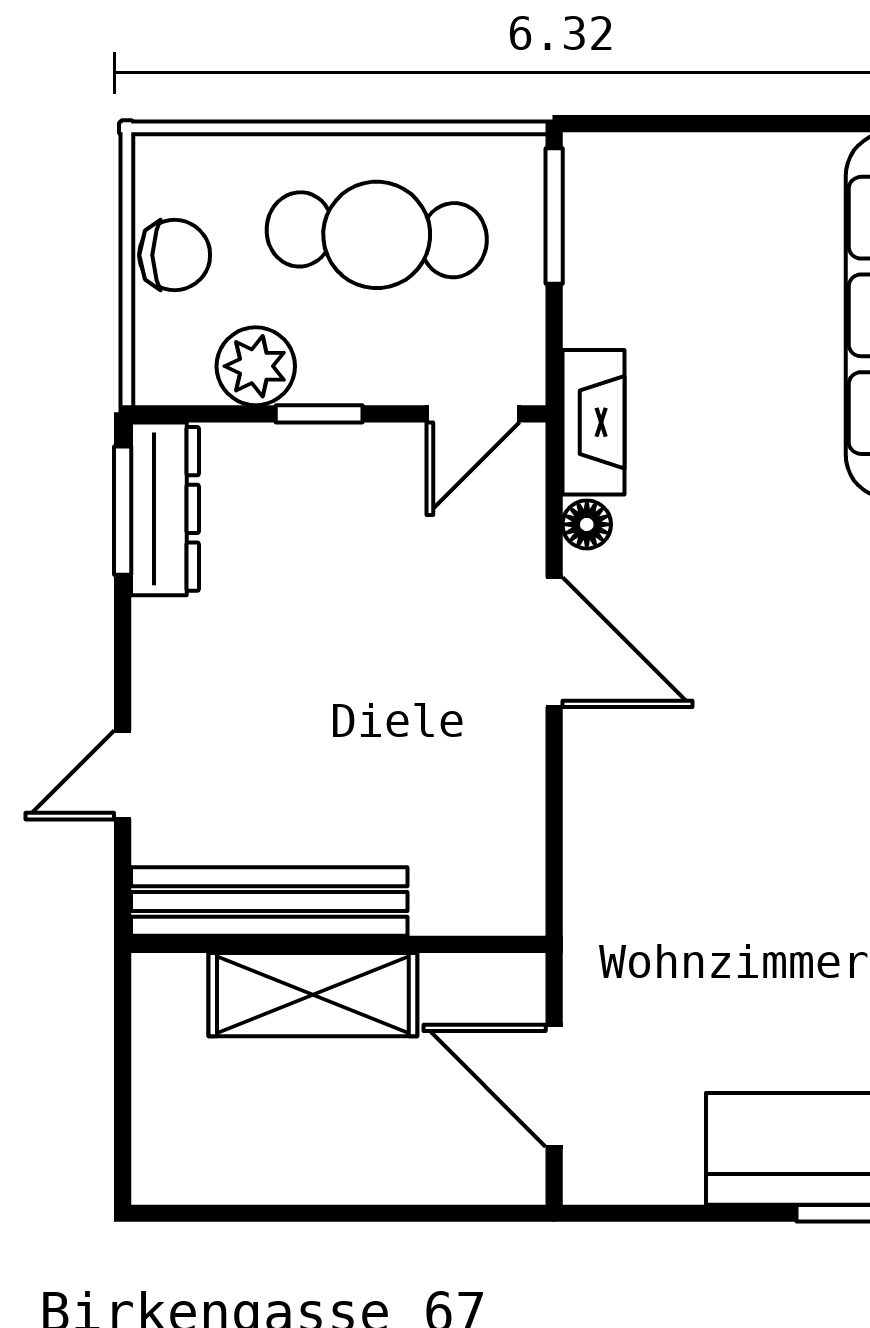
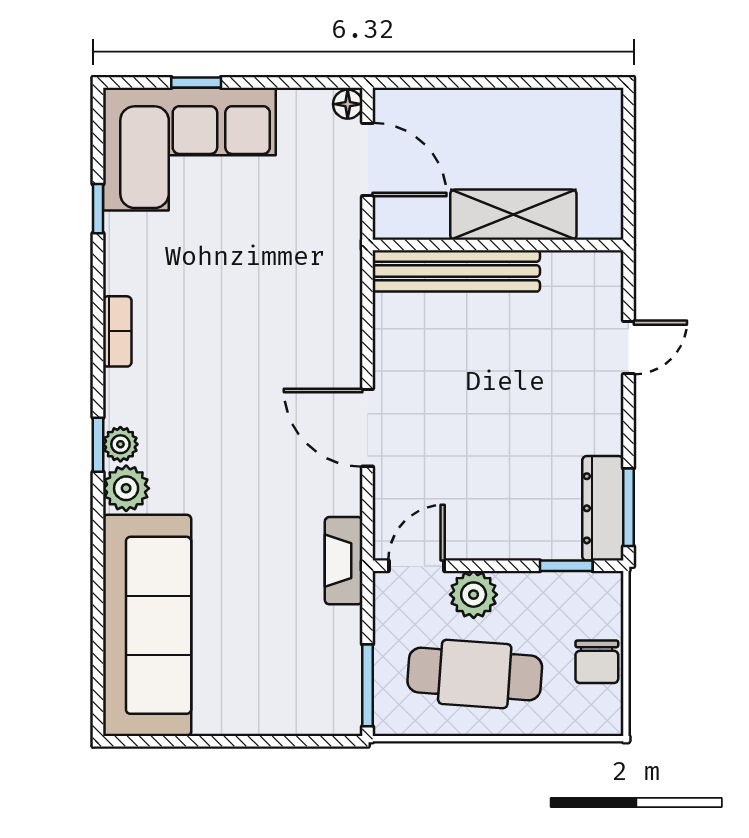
chair: (175, 255) -> (597, 662), turned -90
plant: (256, 366) -> (474, 595), moved
window: (319, 414) -> (566, 566), moved
floor lamp: (587, 524) -> (348, 104), moved
bench: (269, 902) -> (456, 271), moved

